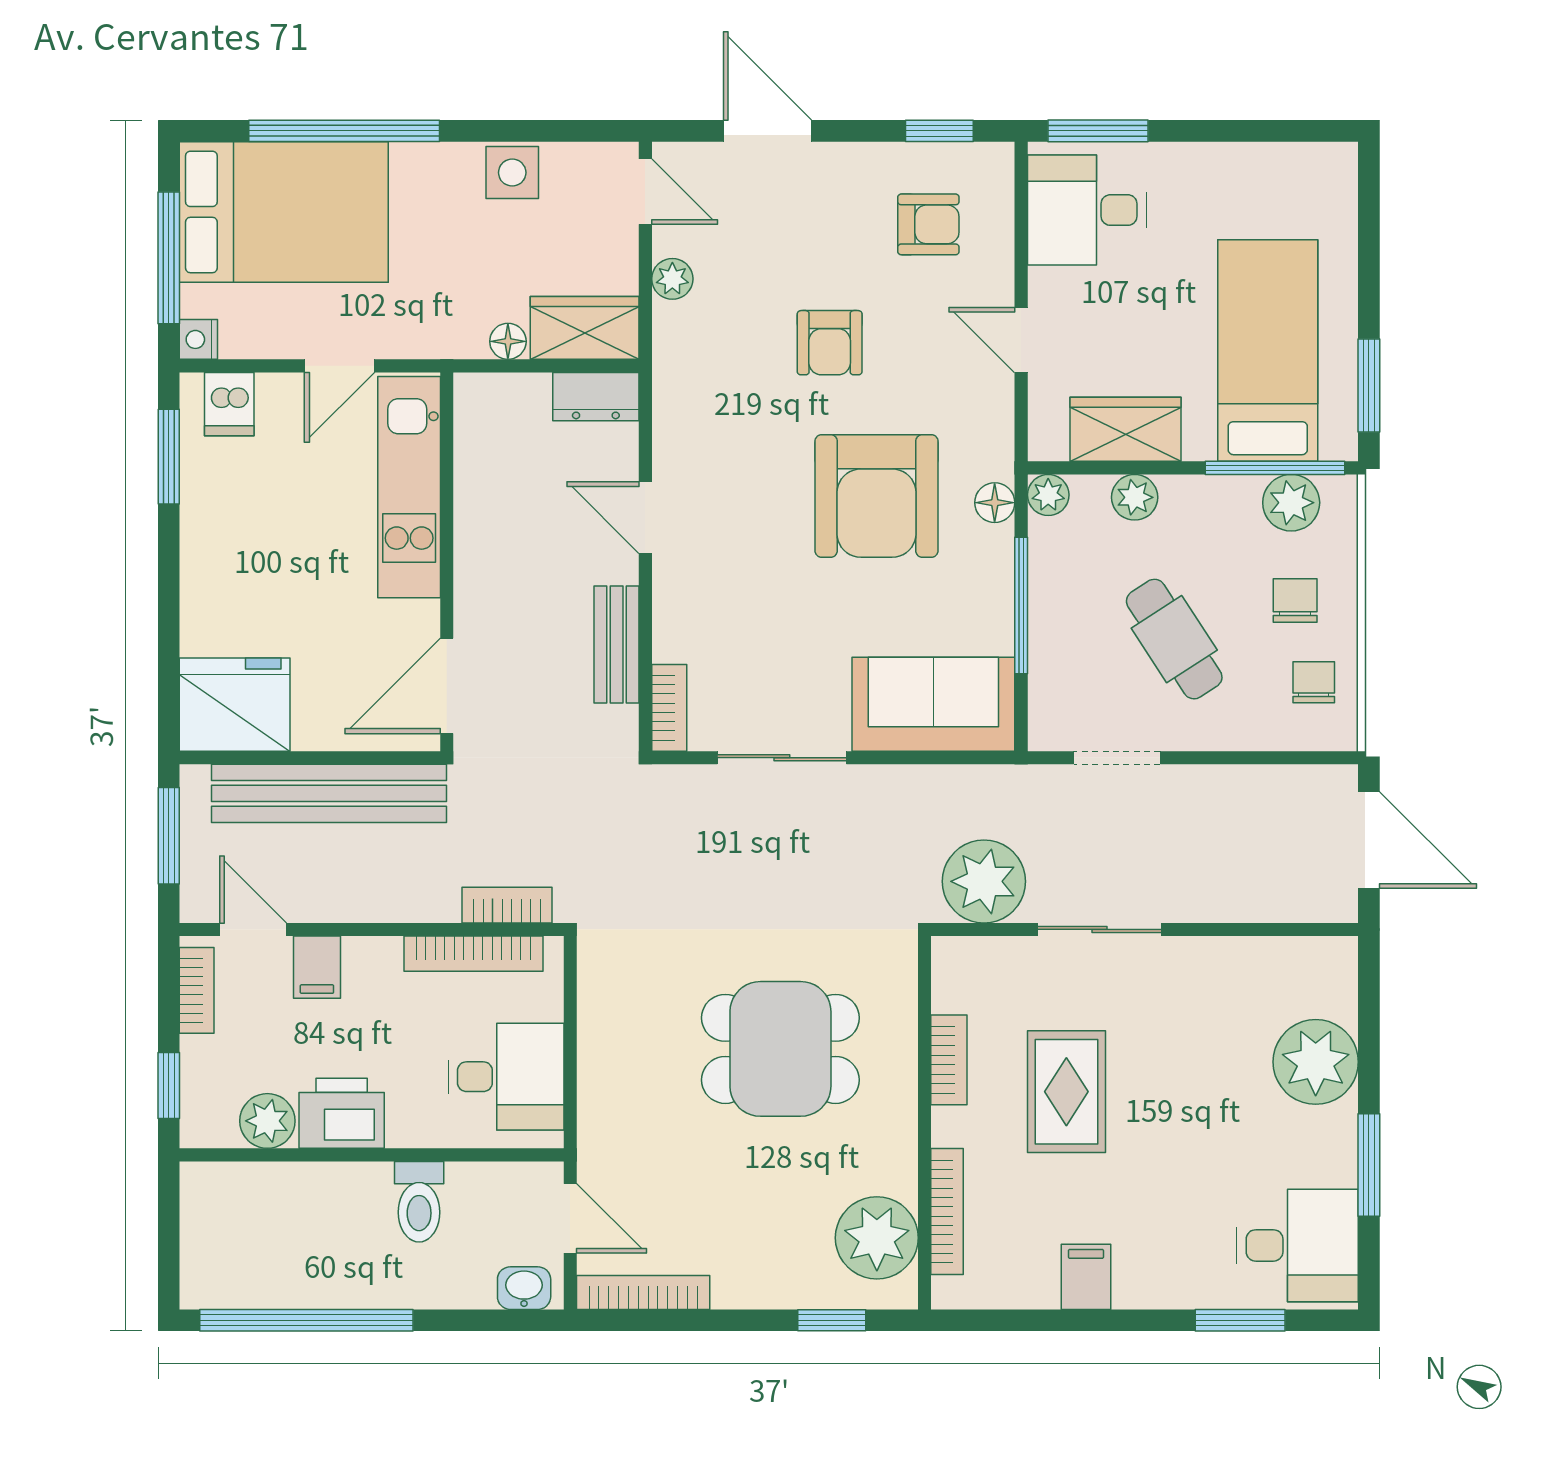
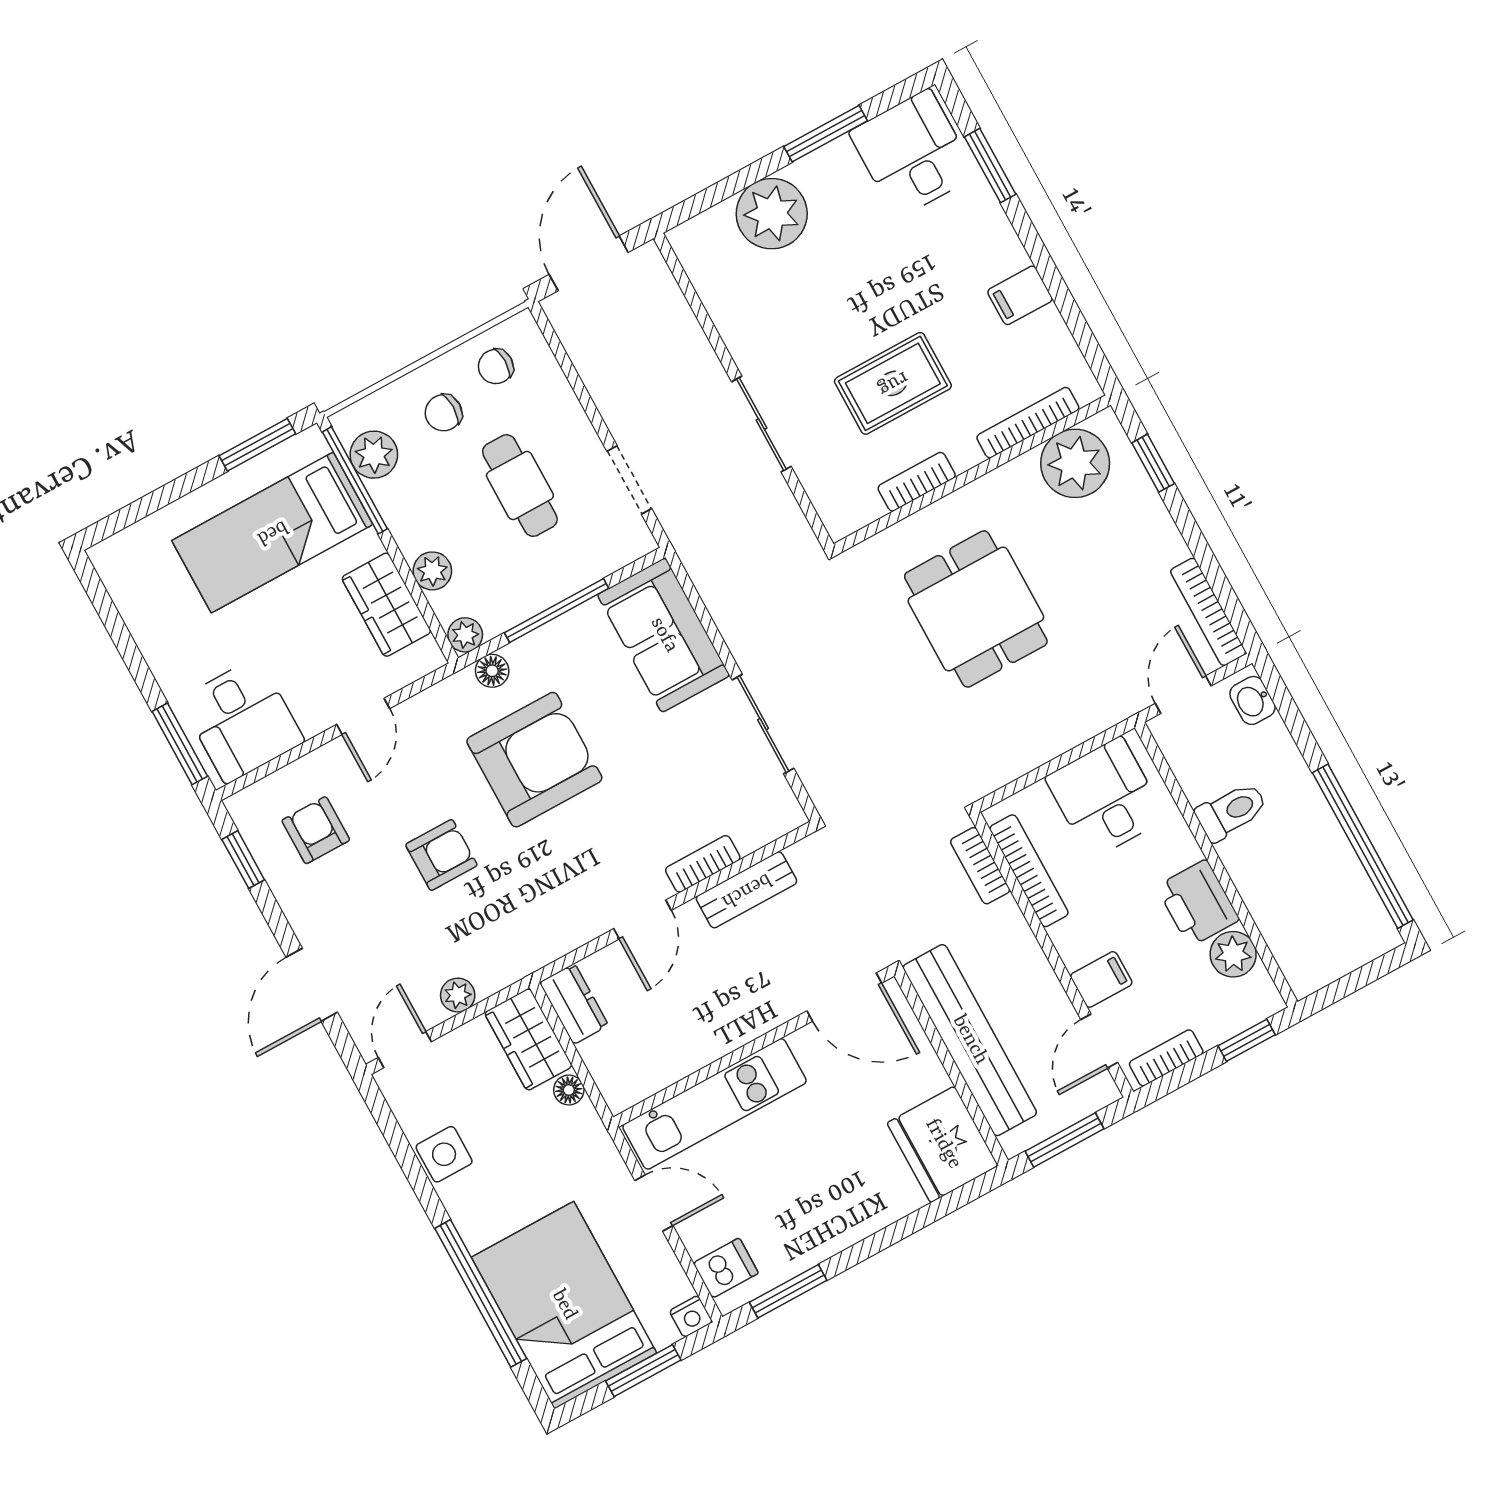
window: (169, 258) -> (643, 1371), width x0.69
cafe table: (1174, 639) -> (520, 486), turned -57
bookcase: (669, 708) -> (703, 864), moved
plant: (984, 881) -> (773, 527), removed

